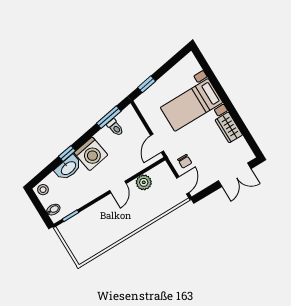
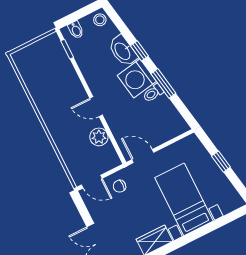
window: (147, 84) -> (221, 162), moved
window: (109, 117) -> (163, 83), moved
toilet: (115, 127) -> (153, 93), moved

